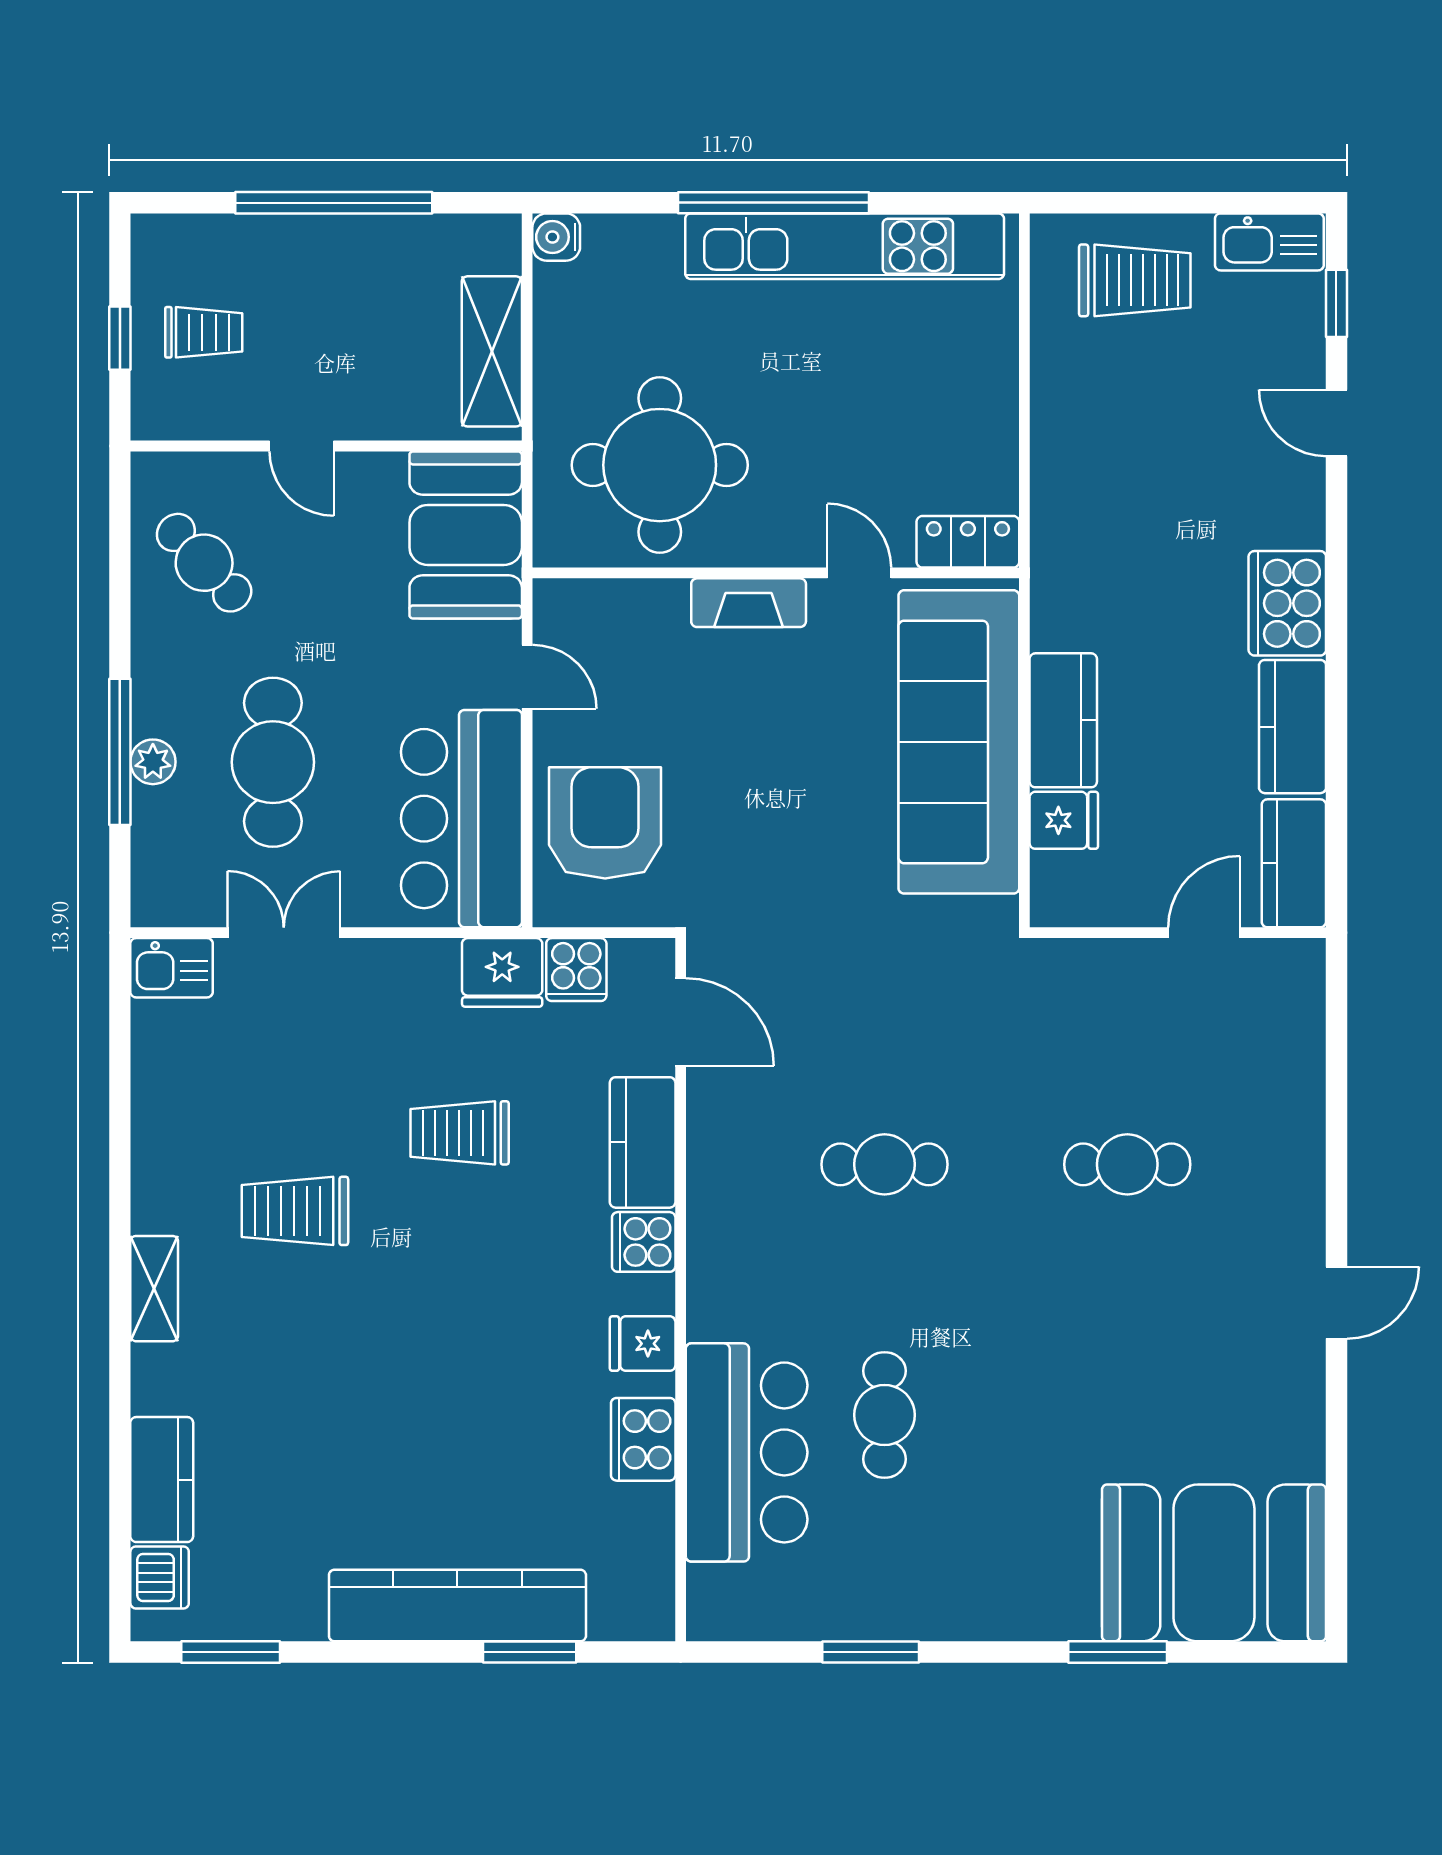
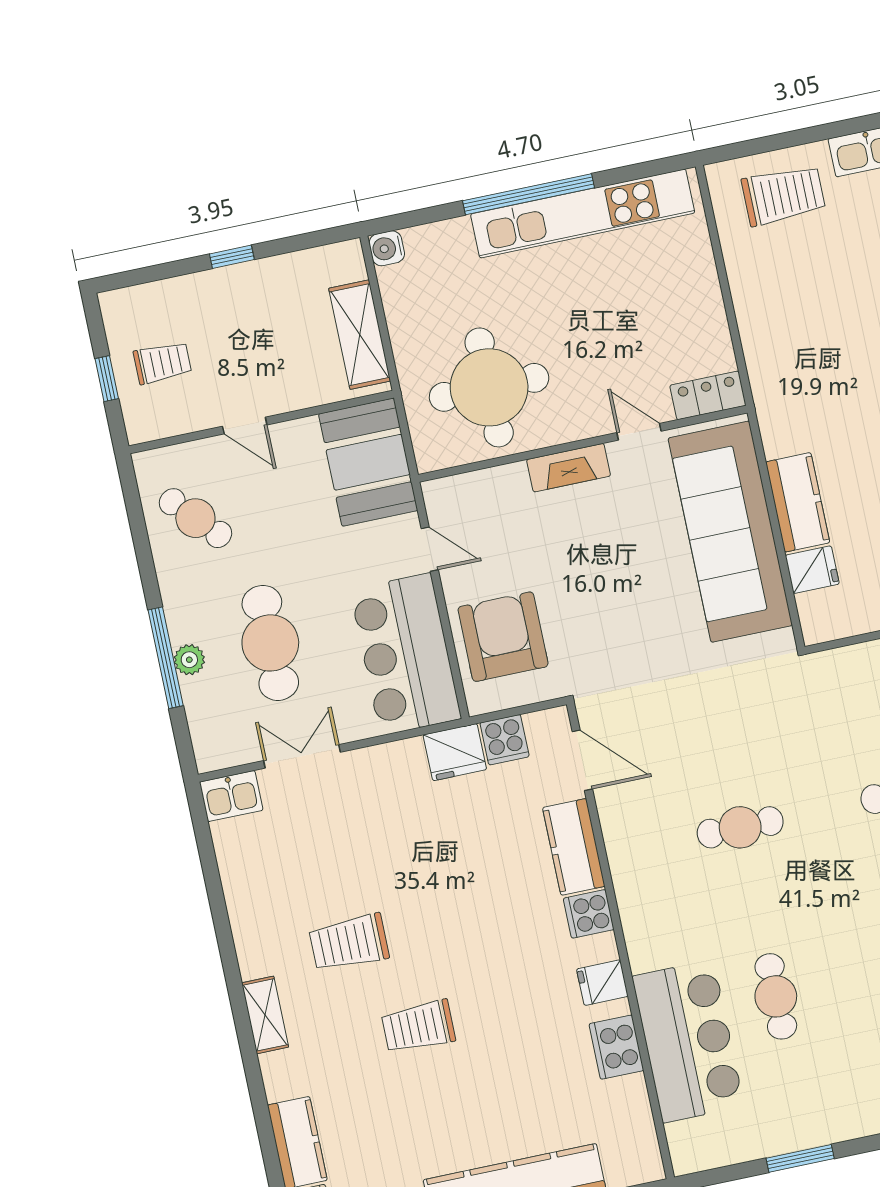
window: (334, 203) -> (232, 257), width x0.32
trolley: (460, 1133) -> (418, 1027), moved

